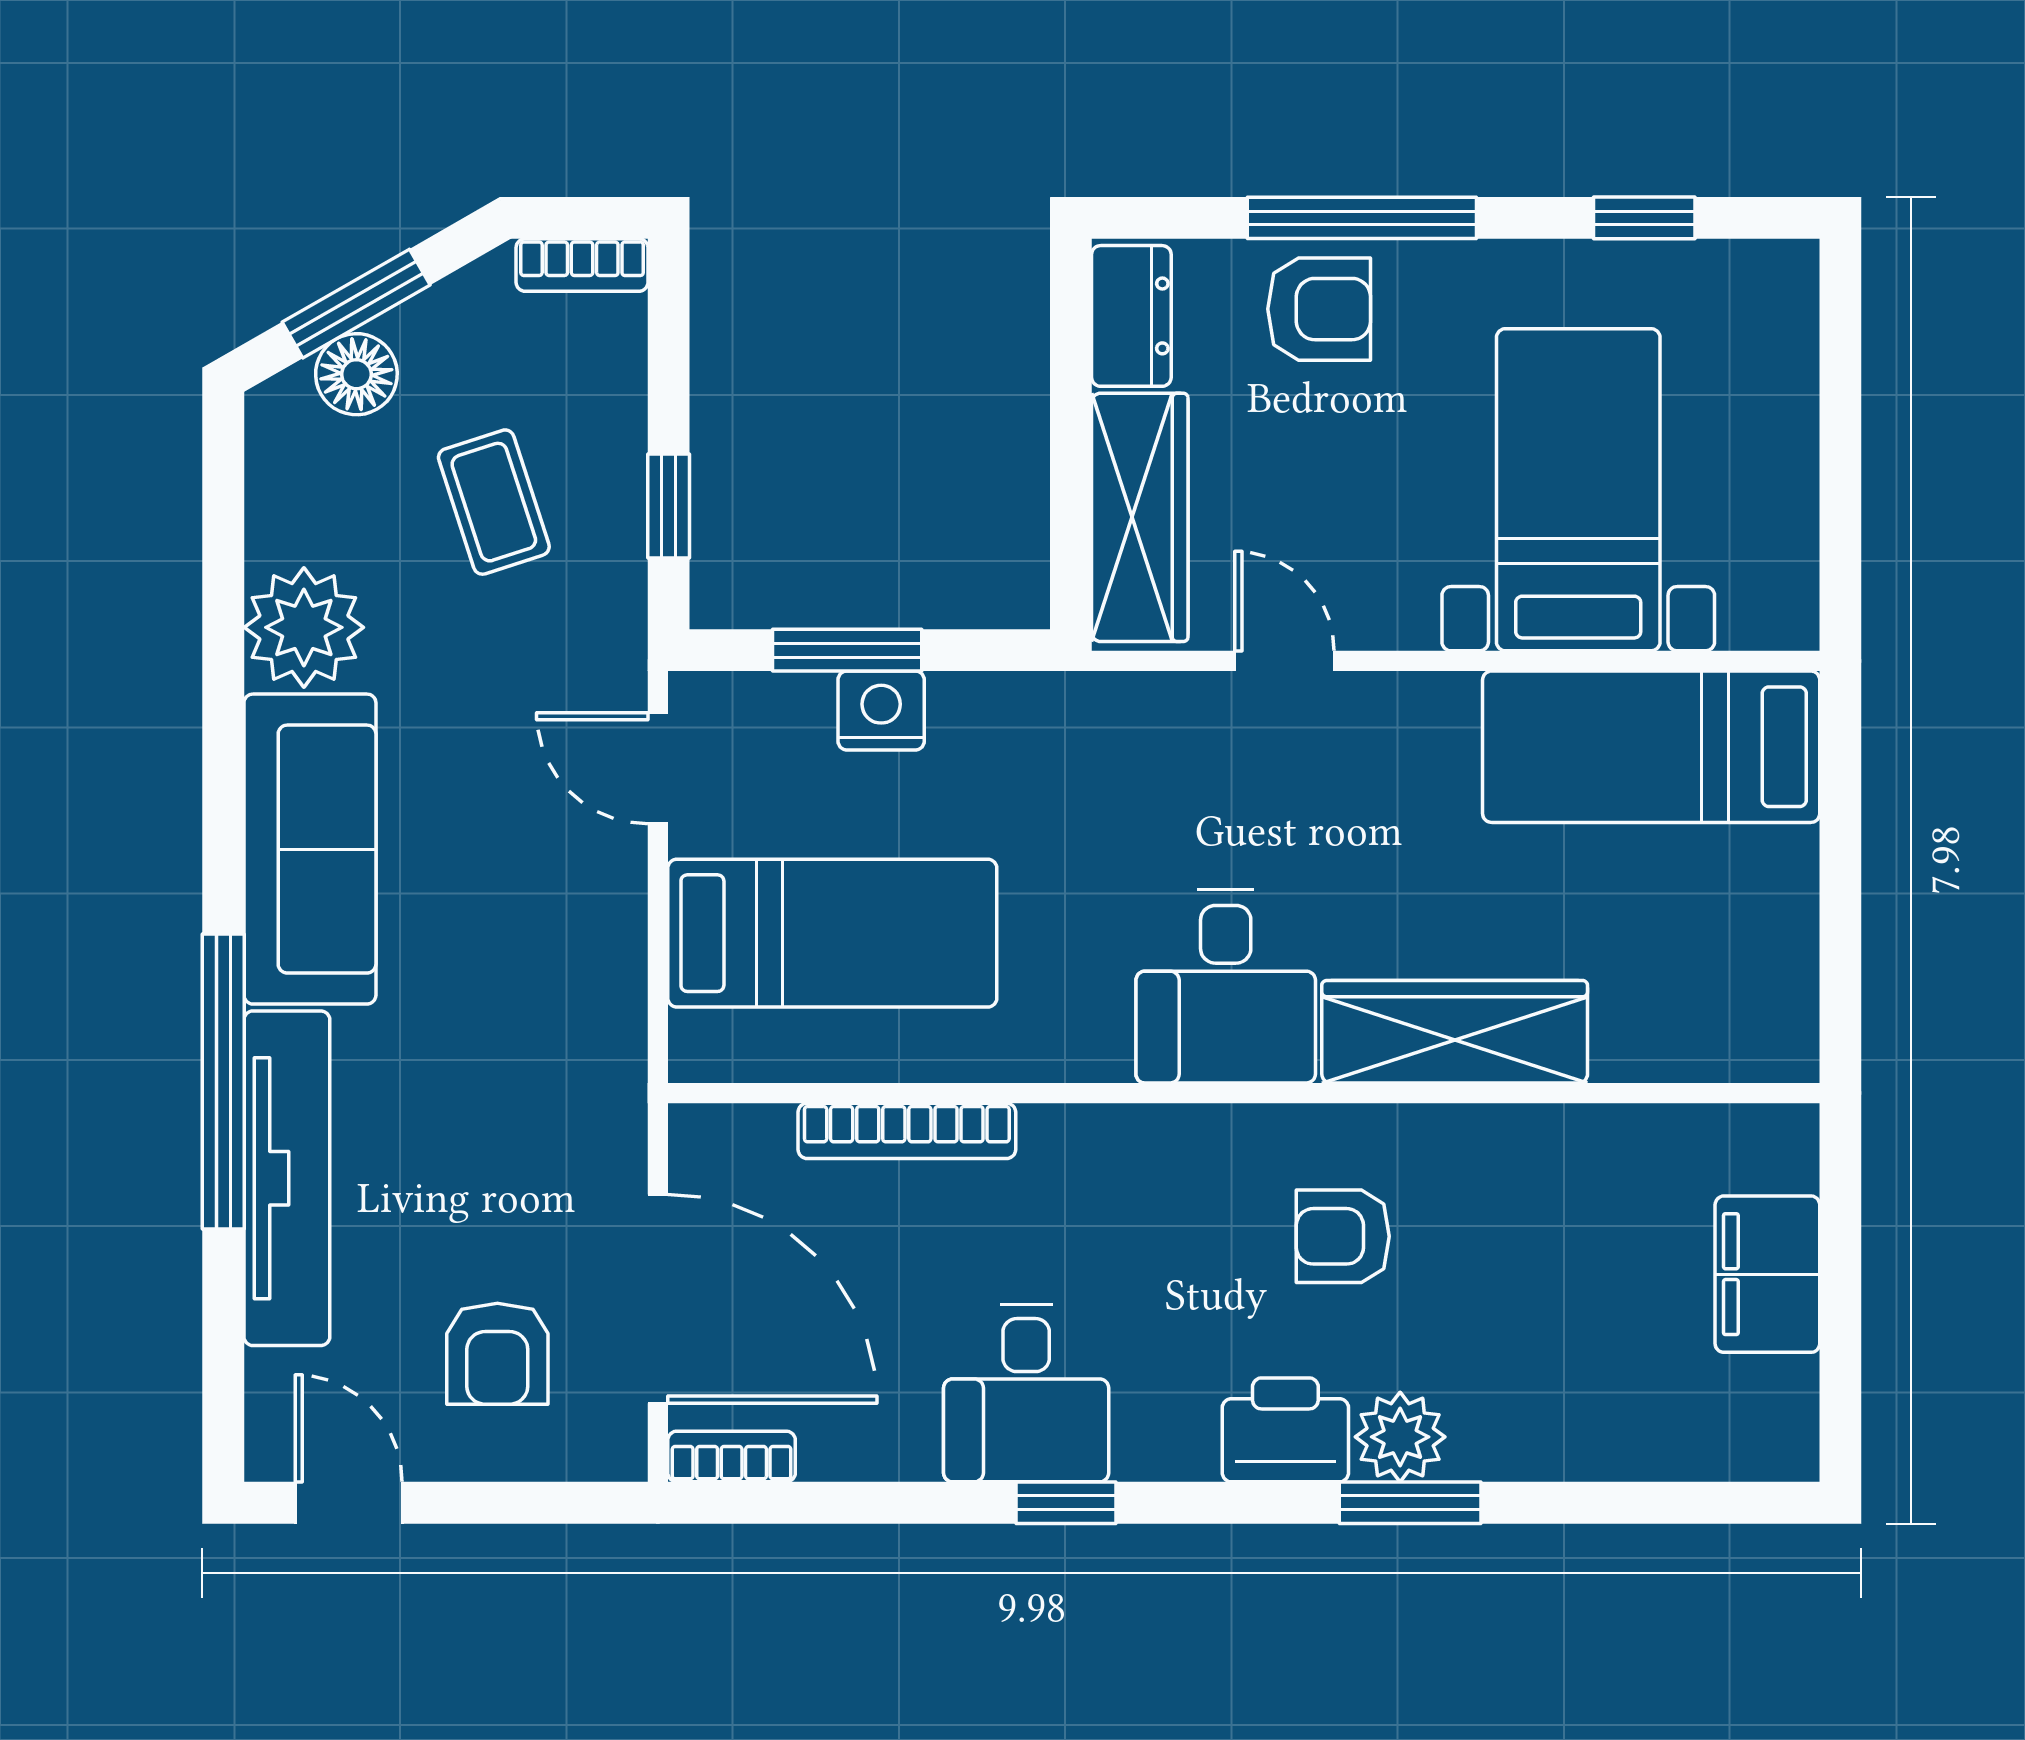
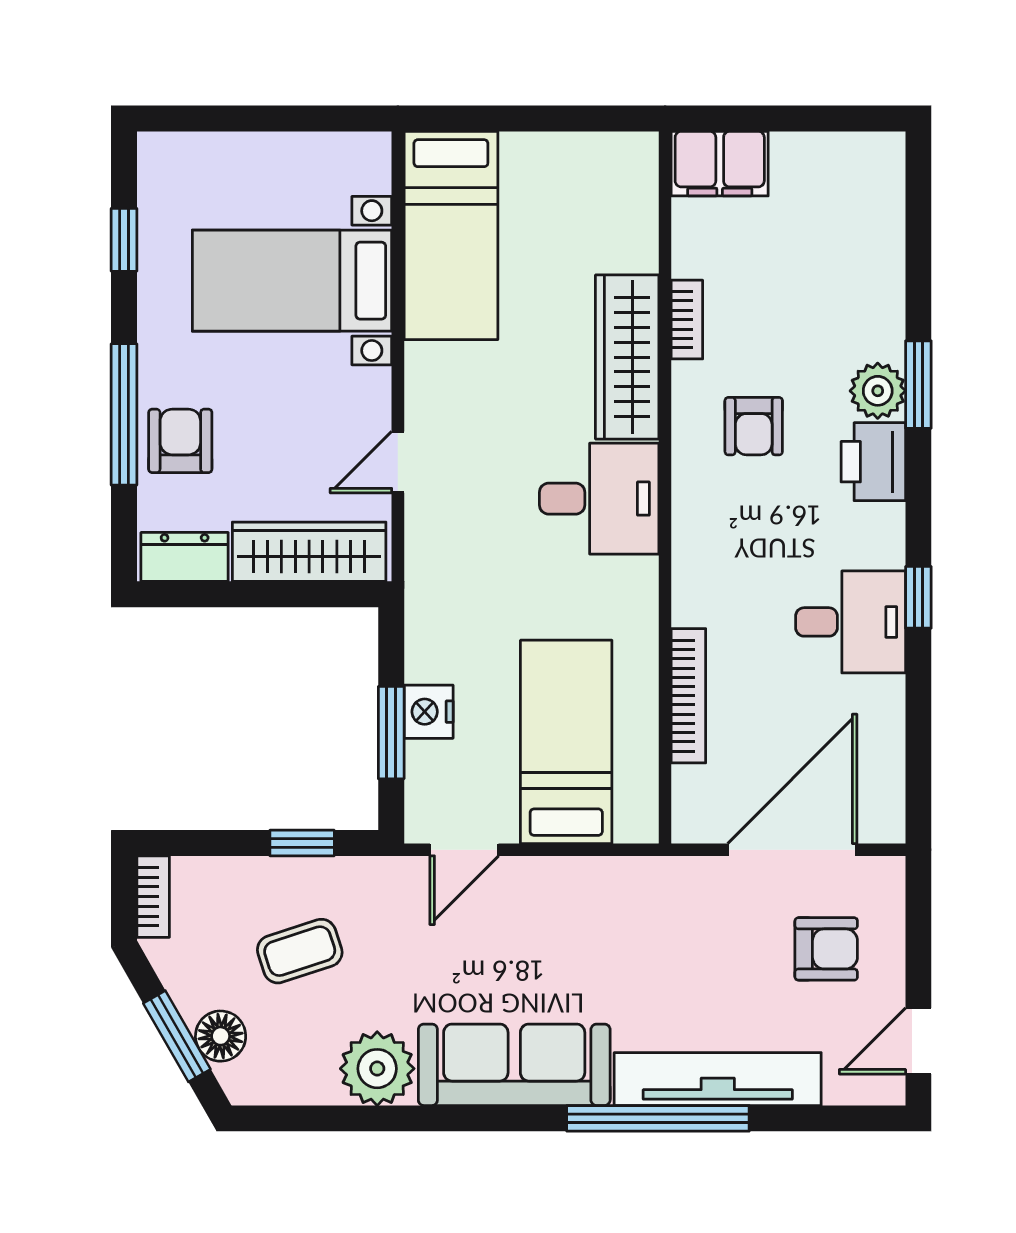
filing cabinet: (1767, 1274) -> (720, 164), moved
bookcase: (732, 1457) -> (687, 320), moved, turned 180

